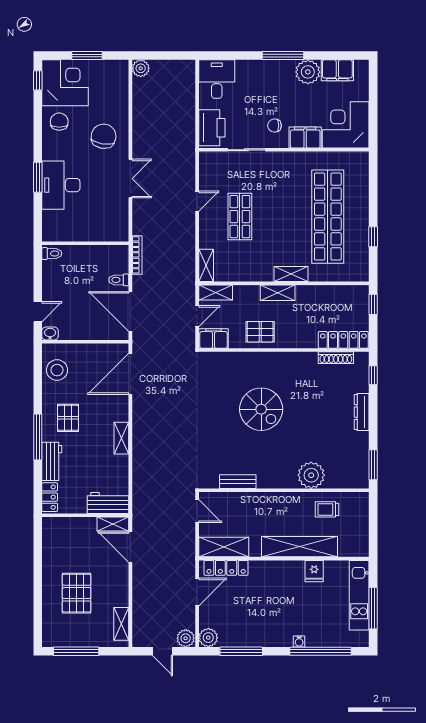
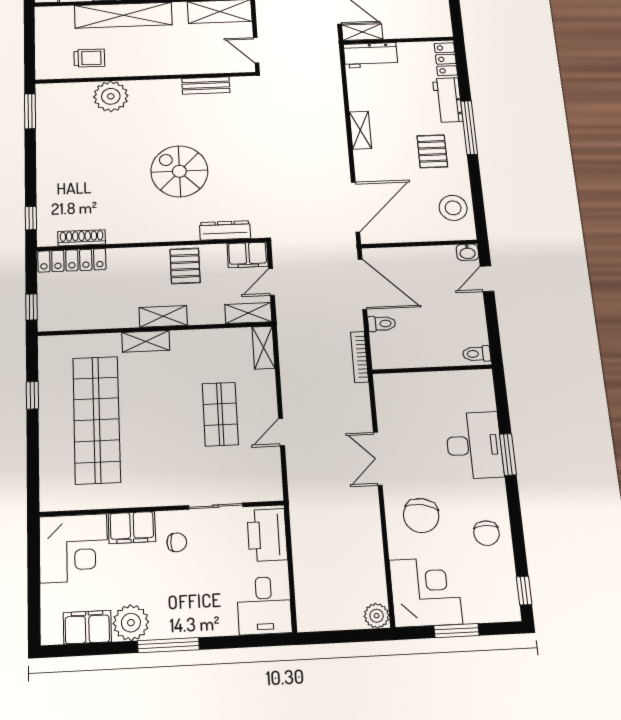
corner desk: (65, 83) -> (426, 592), moved, turned 180
pallet: (260, 332) -> (185, 266), turned 90
dresser: (362, 412) -> (225, 230), moved, turned -90

